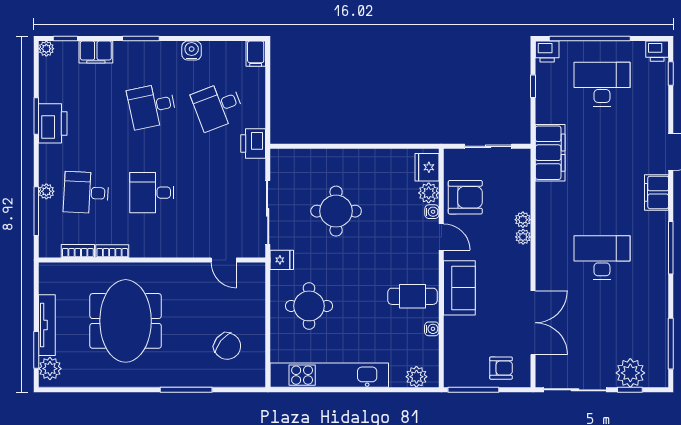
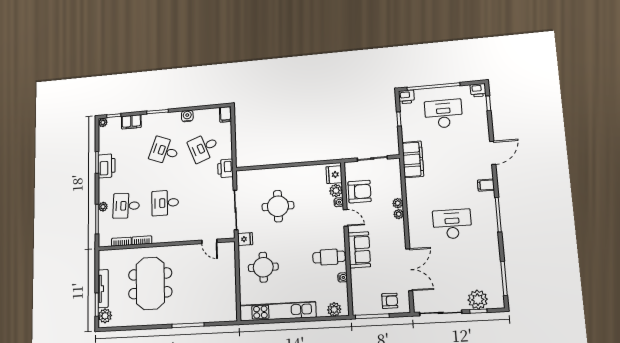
desk: (152, 106) -> (164, 151), turned 33
filing cabinet: (657, 192) -> (486, 185), width x0.50
chair: (227, 346) -> (213, 296), removed

